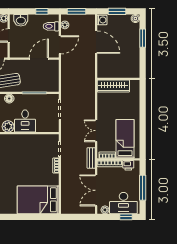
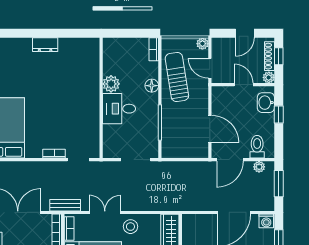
window: (42, 11) -> (279, 114), moved
door: (60, 45) -> (230, 160), hinge flipped
stool: (106, 113) -> (130, 227), added

